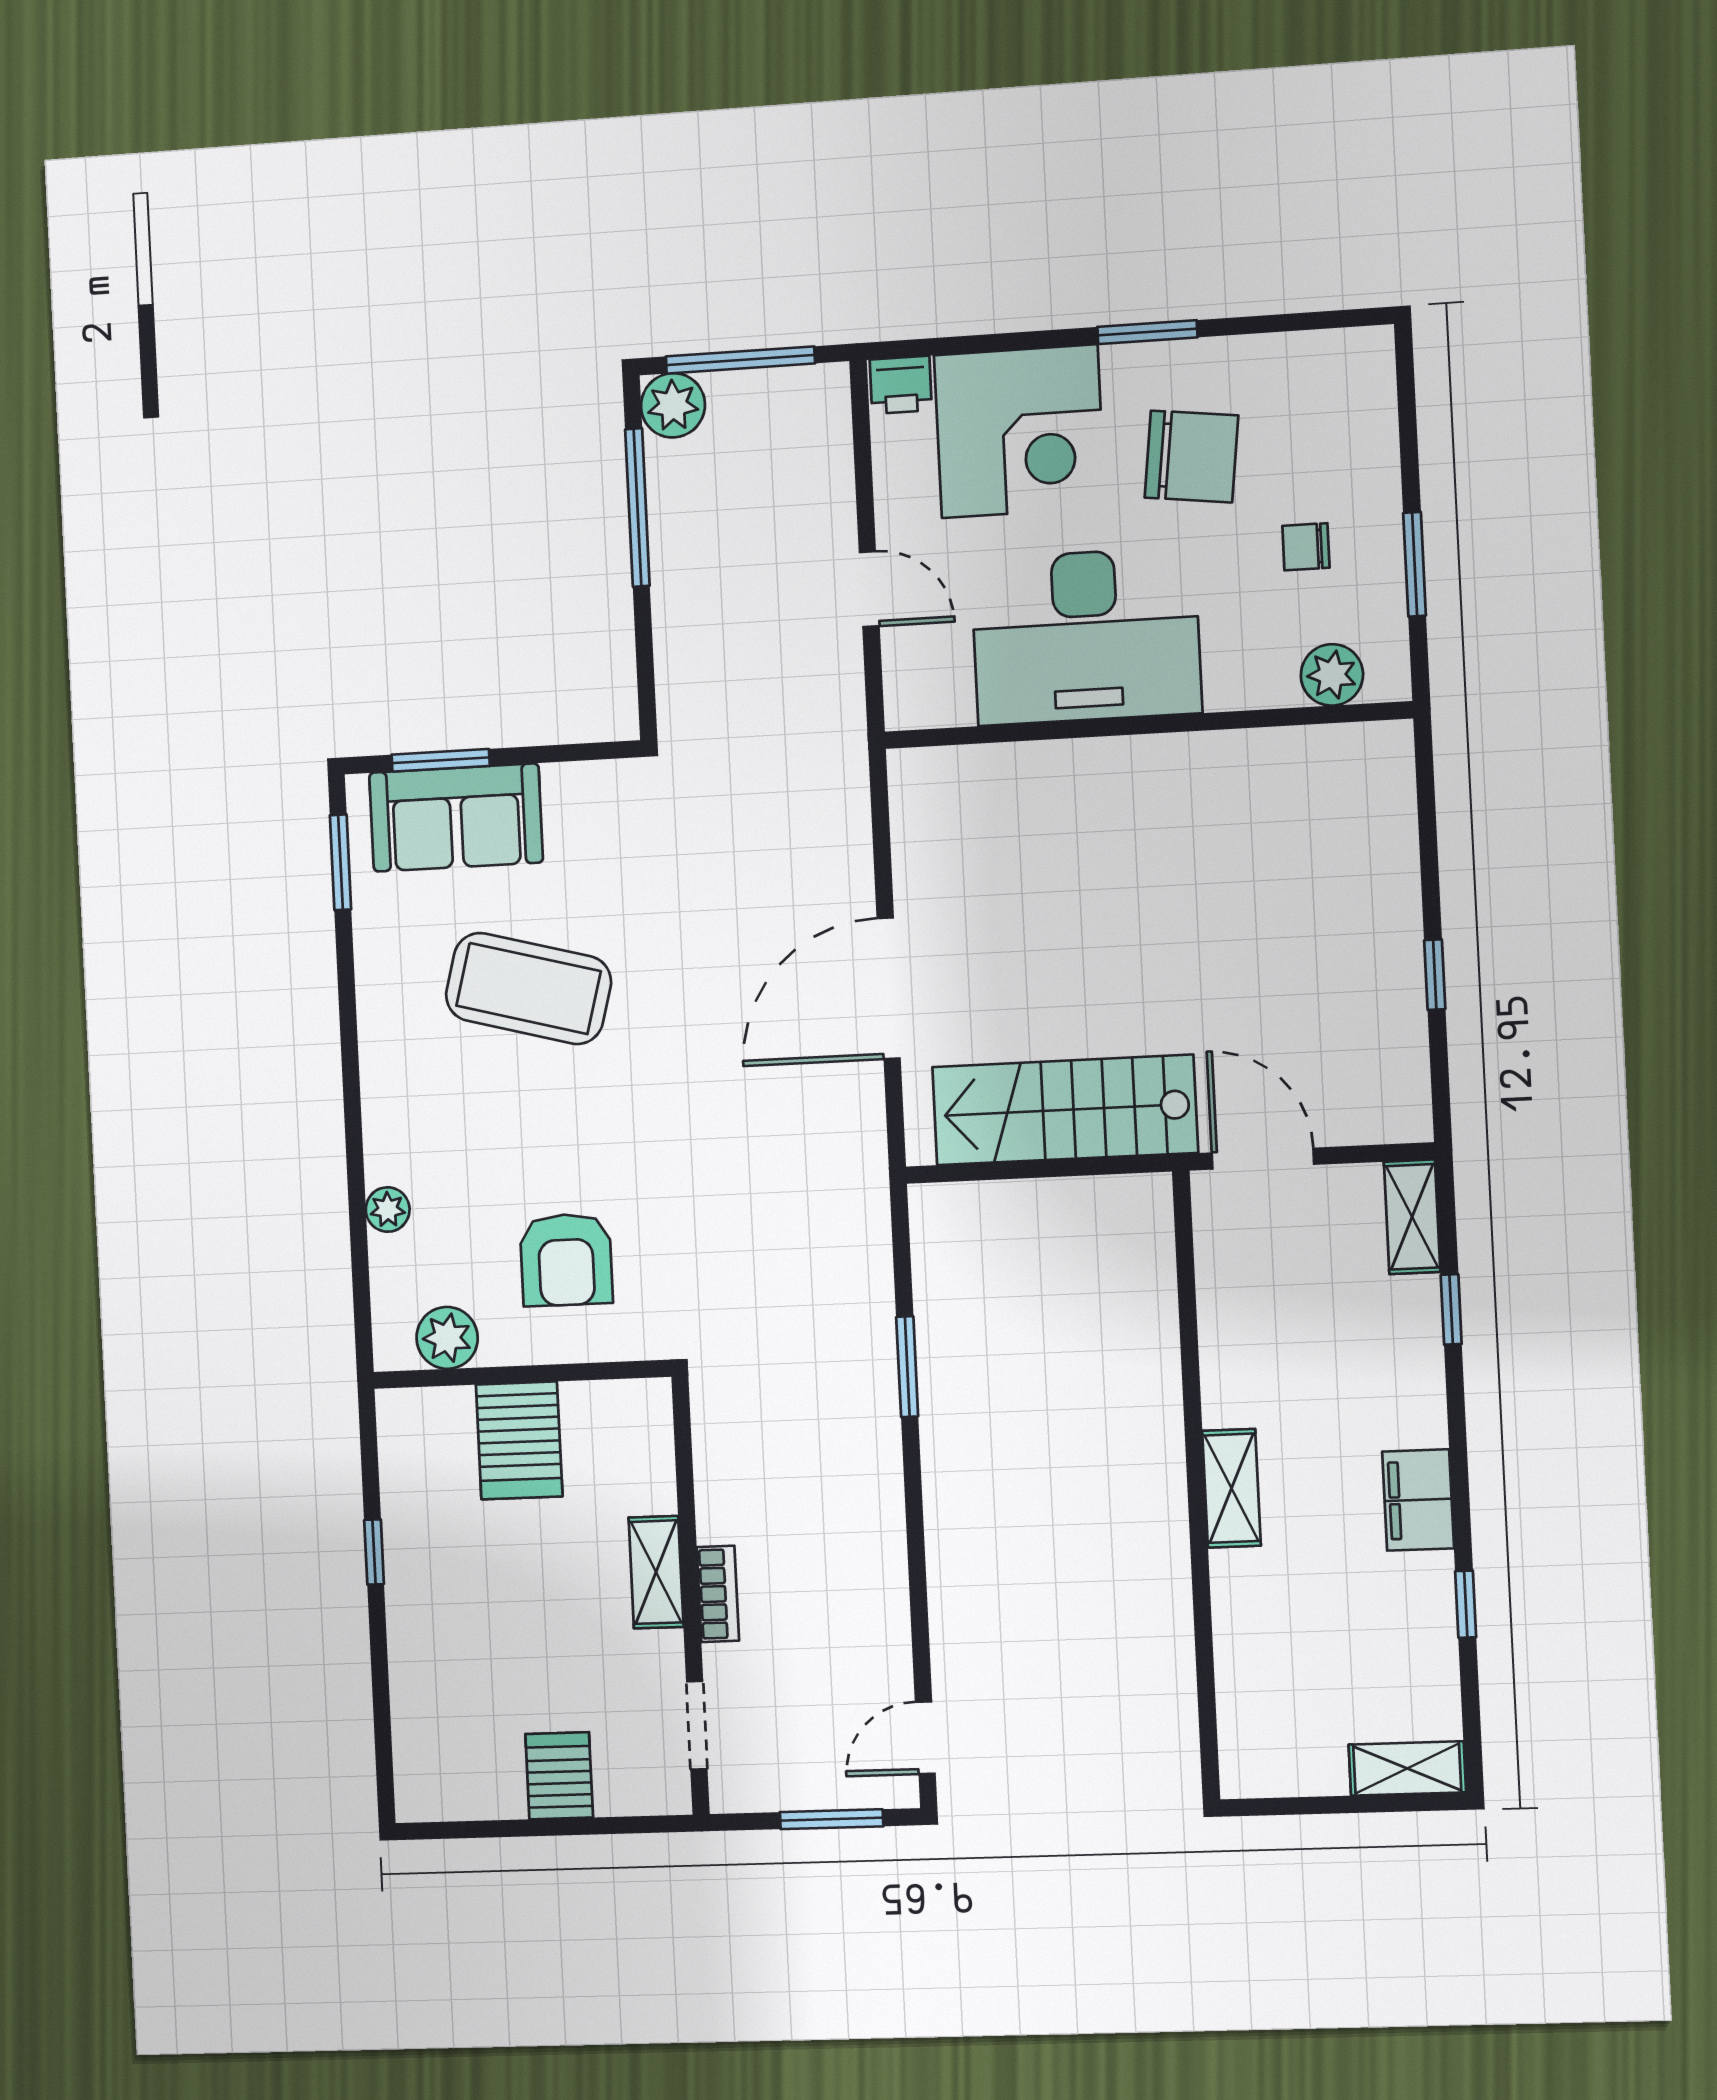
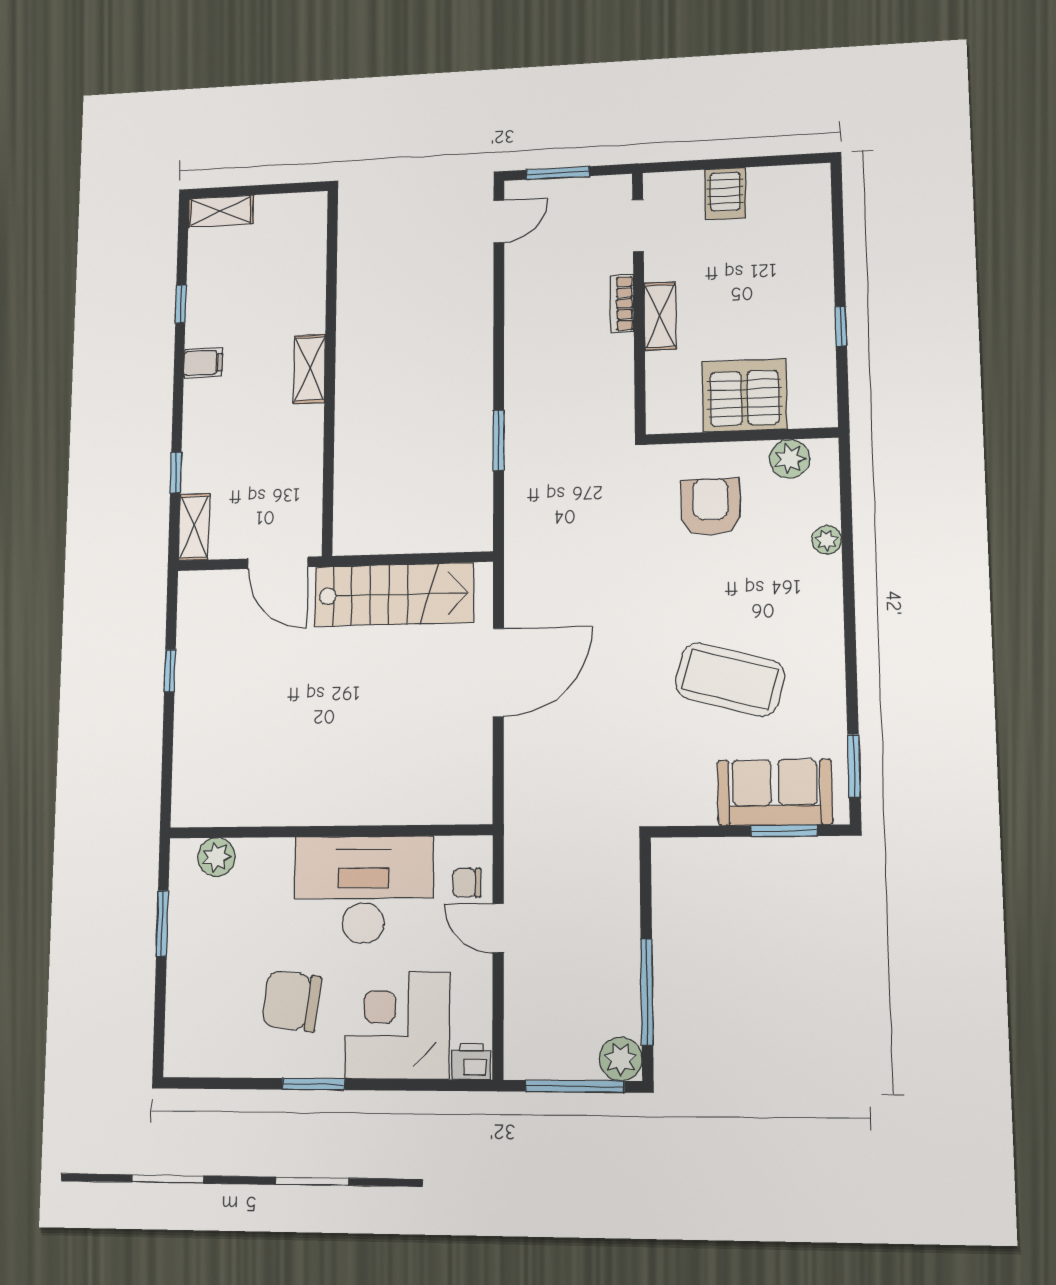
chair: (1306, 547) -> (467, 883), moved, turned 180
server rack: (519, 1440) -> (744, 395), width x1.60
filing cabinet: (1418, 1500) -> (203, 363), width x0.50

